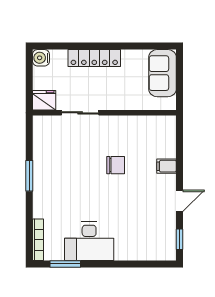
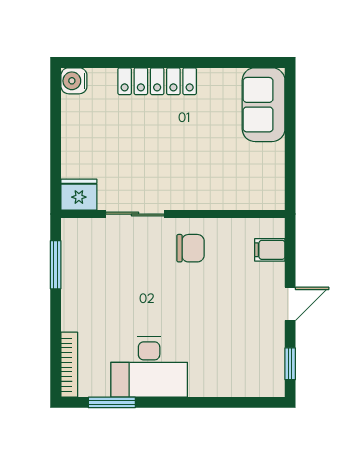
fridge: (44, 100) -> (79, 195), moved
sliding door: (80, 113) -> (135, 214), moved
wall: (104, 113) -> (173, 214), moved

